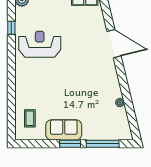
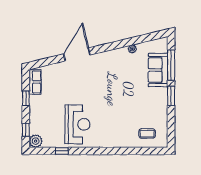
reception desk: (40, 44) -> (77, 124), turned 180
sofa: (64, 130) -> (158, 70), moved

